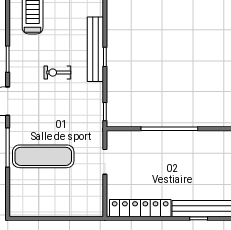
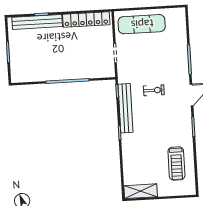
bench: (95, 49) -> (125, 108), moved
exercise bike: (57, 73) -> (154, 90), moved
exercise mat: (43, 156) -> (142, 24), moved

